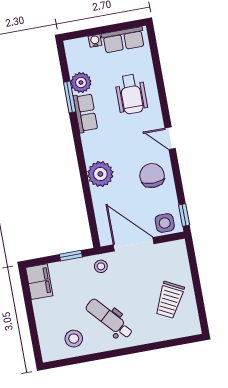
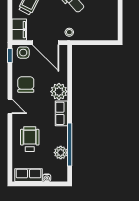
window: (70, 97) -> (70, 145), width x2.11
row of seats: (85, 113) -> (61, 113), moved
chair: (152, 176) -> (26, 85), turned 180
window: (71, 256) -> (87, 43), removed
filing cabinet: (39, 282) -> (19, 30), moved, turned 180

